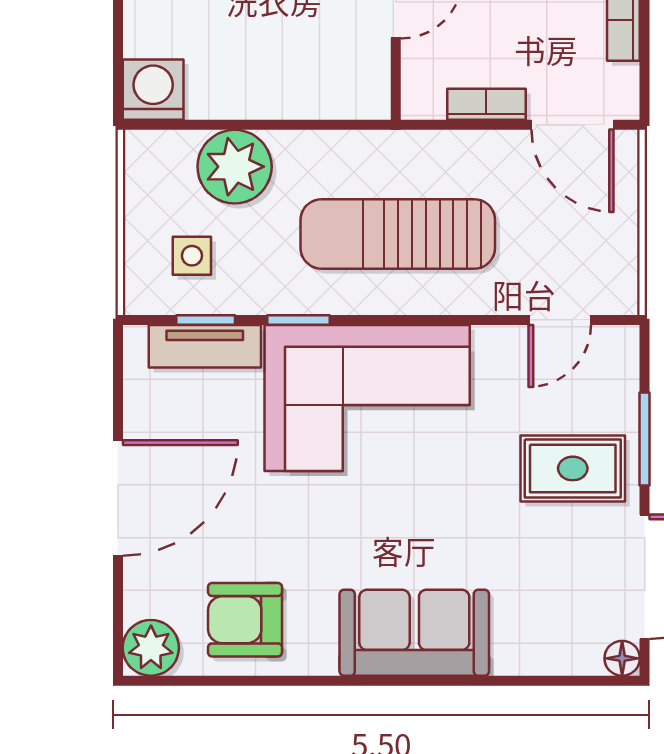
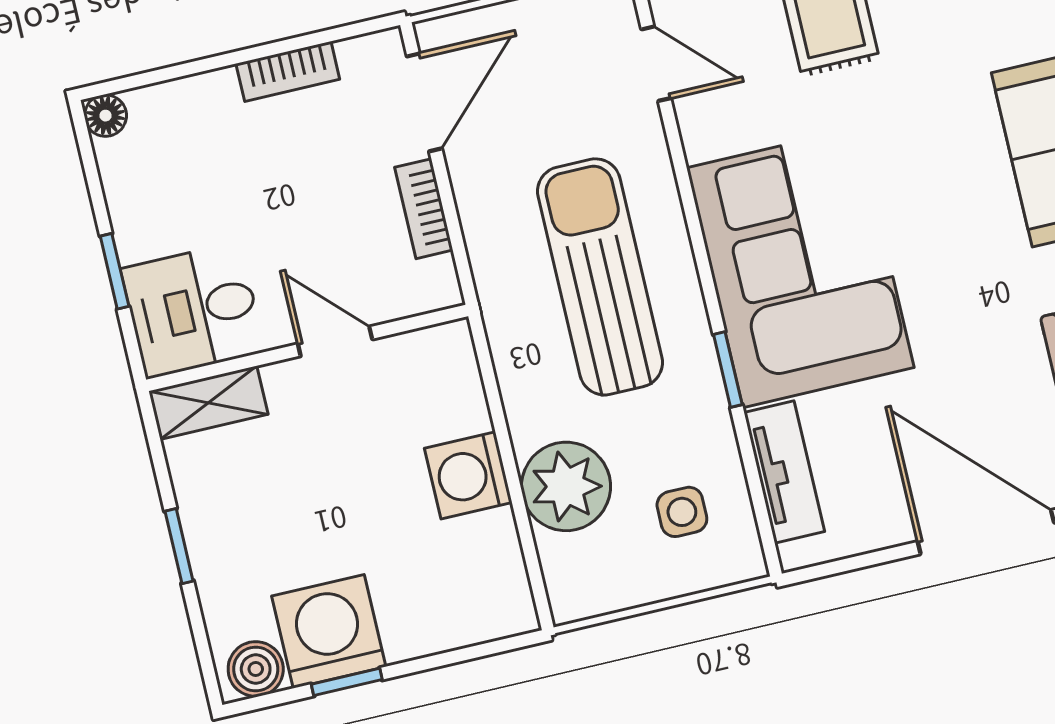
washing machine: (153, 90) -> (468, 475), moved
sun lounger: (398, 234) -> (600, 277), turned 180
window: (206, 320) -> (753, 478), removed

